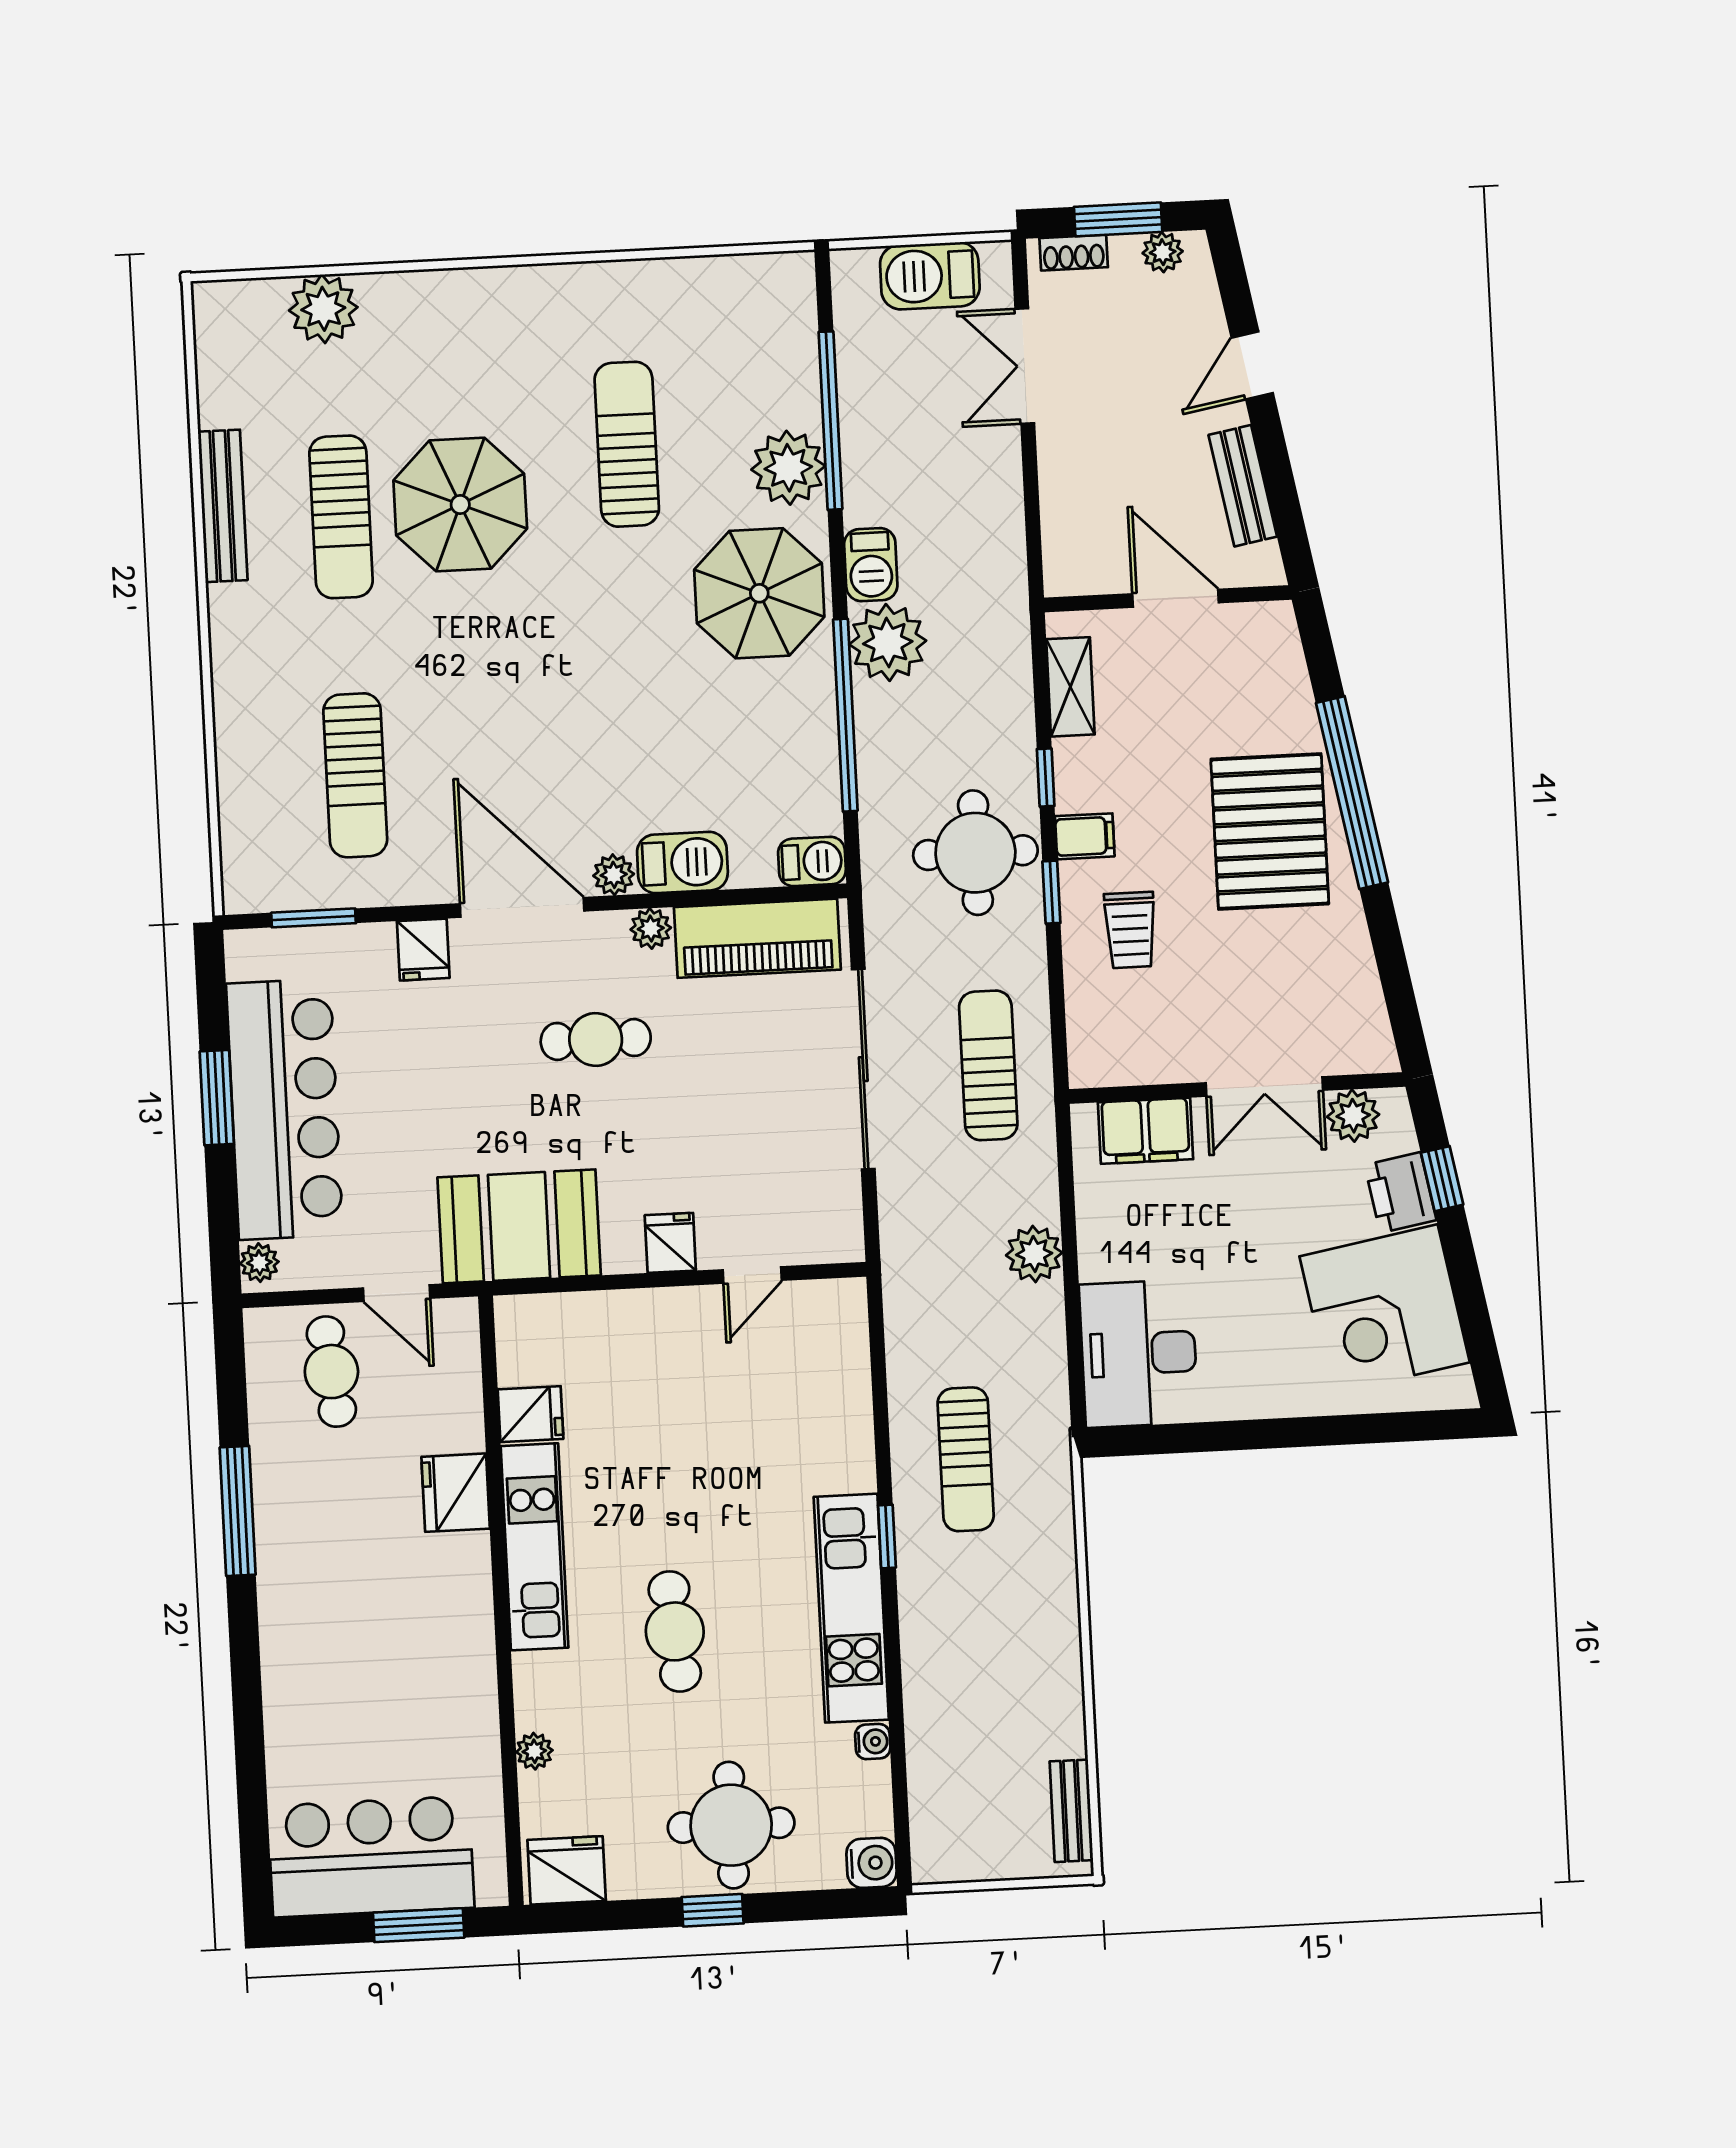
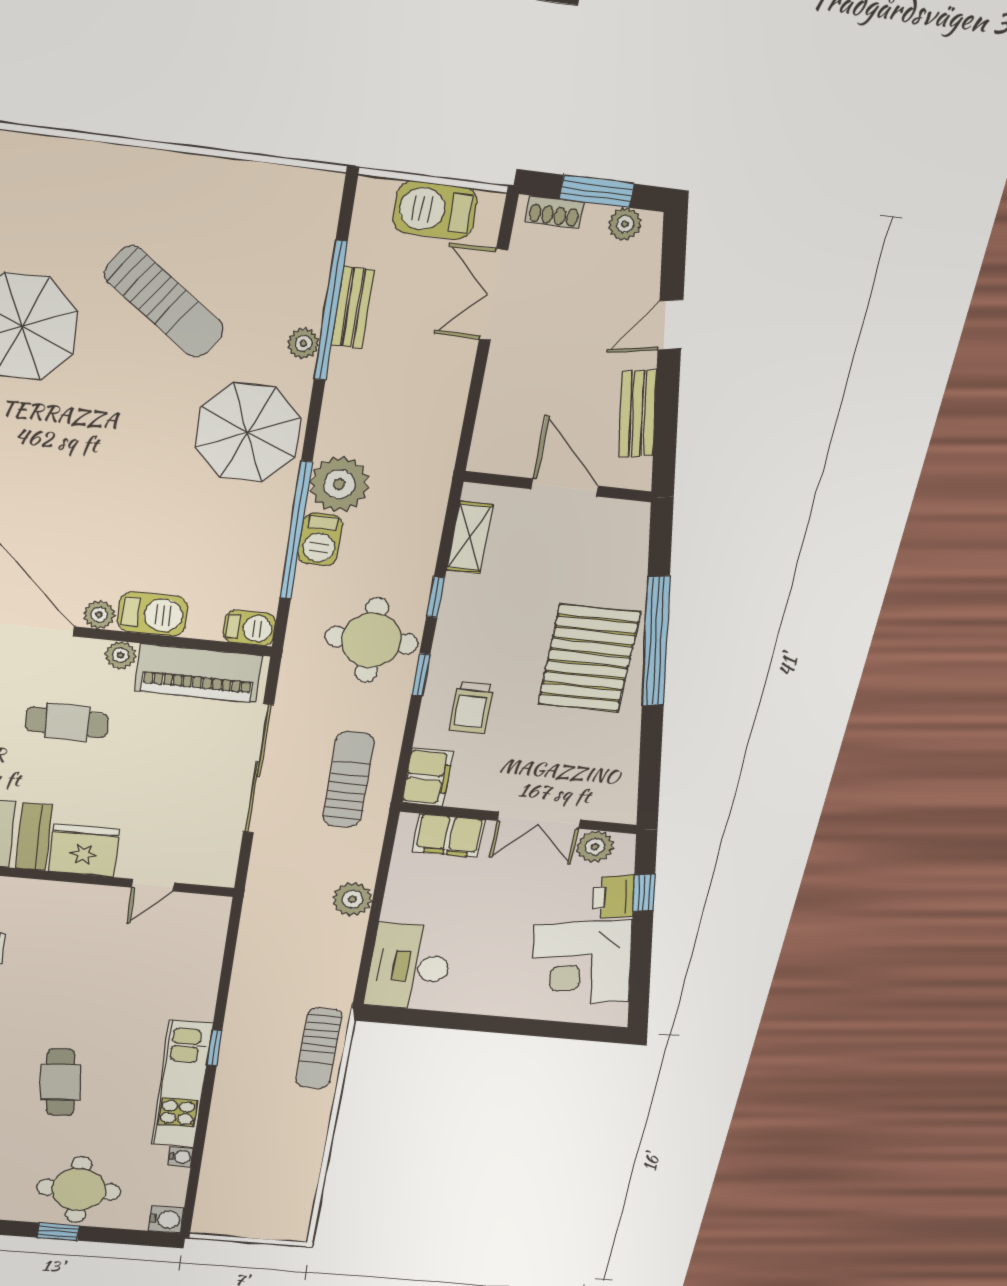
sun lounger: (627, 444) -> (164, 302), turned 126
plant: (788, 468) -> (303, 343), width x0.53, depth x0.53
barbecue: (871, 565) -> (320, 539), moved
filing cabinet: (1085, 836) -> (427, 777), moved, width x2.00
fridge: (670, 1243) -> (84, 850), width x1.88, depth x1.34
sun lounger: (966, 1459) -> (319, 1048), moved
bench: (1071, 1811) -> (353, 308), moved

